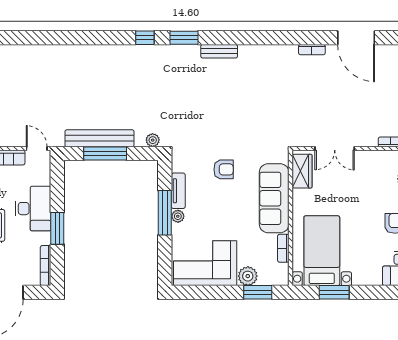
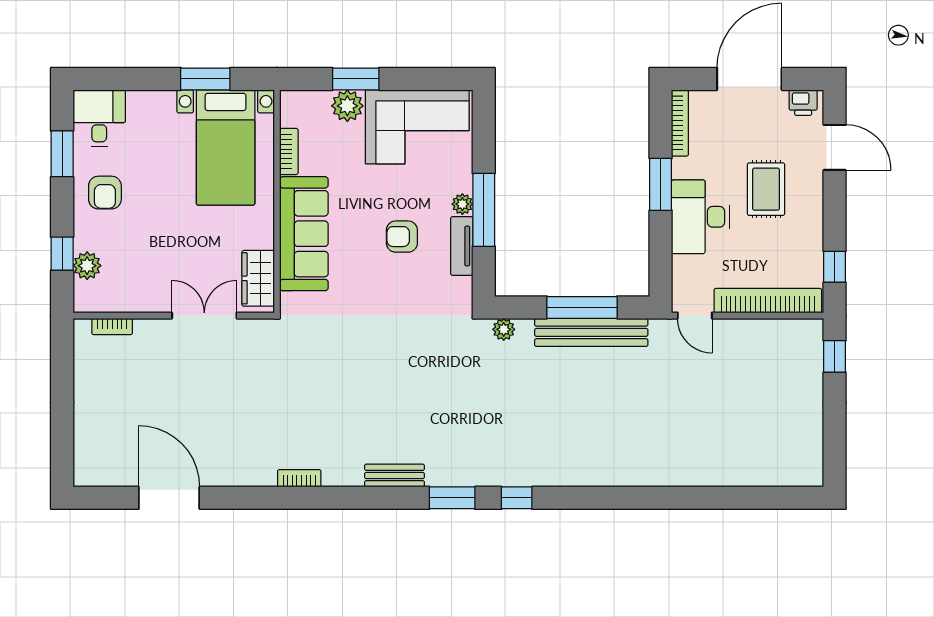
bookcase: (312, 50) -> (299, 478), moved
armchair: (224, 169) -> (402, 237), moved
window: (258, 292) -> (356, 79), moved

